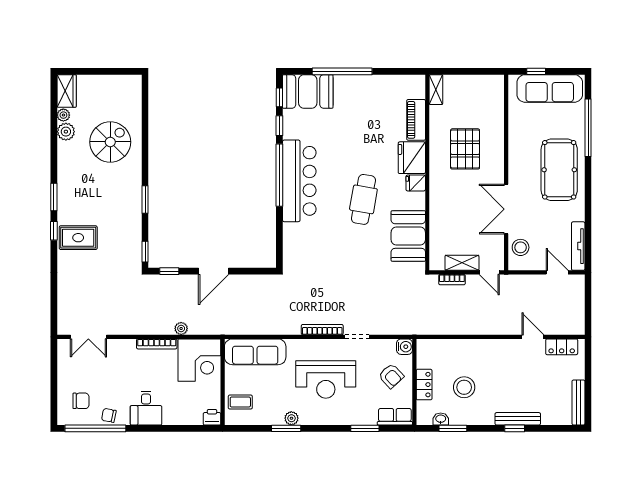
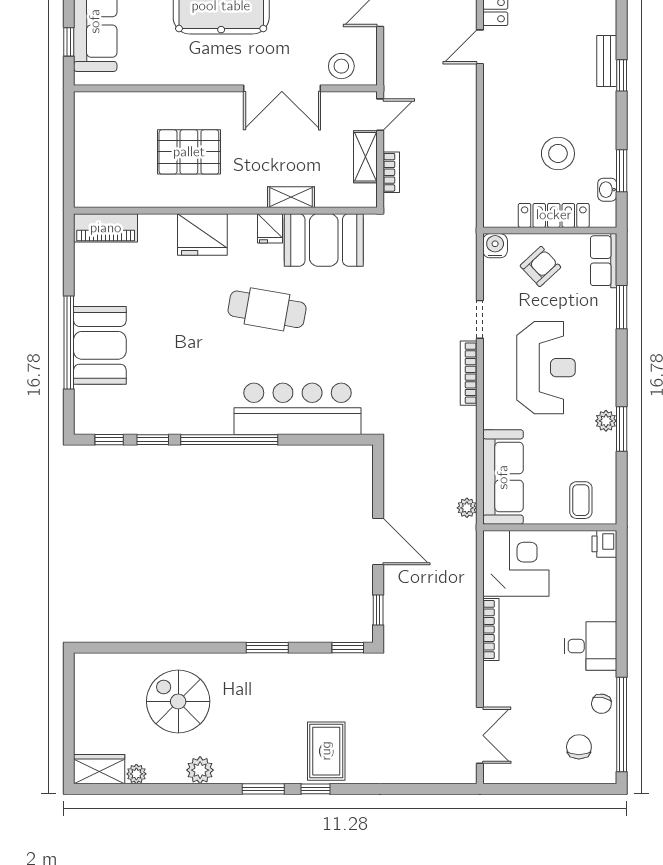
shelving: (436, 90) -> (291, 197), moved
booth: (308, 91) -> (100, 345), moved
piano: (416, 120) -> (106, 228), moved
plant: (66, 132) -> (200, 770), moved
bar counter: (299, 181) -> (298, 409), moved
fridge: (416, 183) -> (270, 228), moved
plant: (181, 328) -> (467, 508), moved
locker: (424, 385) -> (554, 215), width x1.53
bench: (518, 419) -> (607, 61), width x0.73

